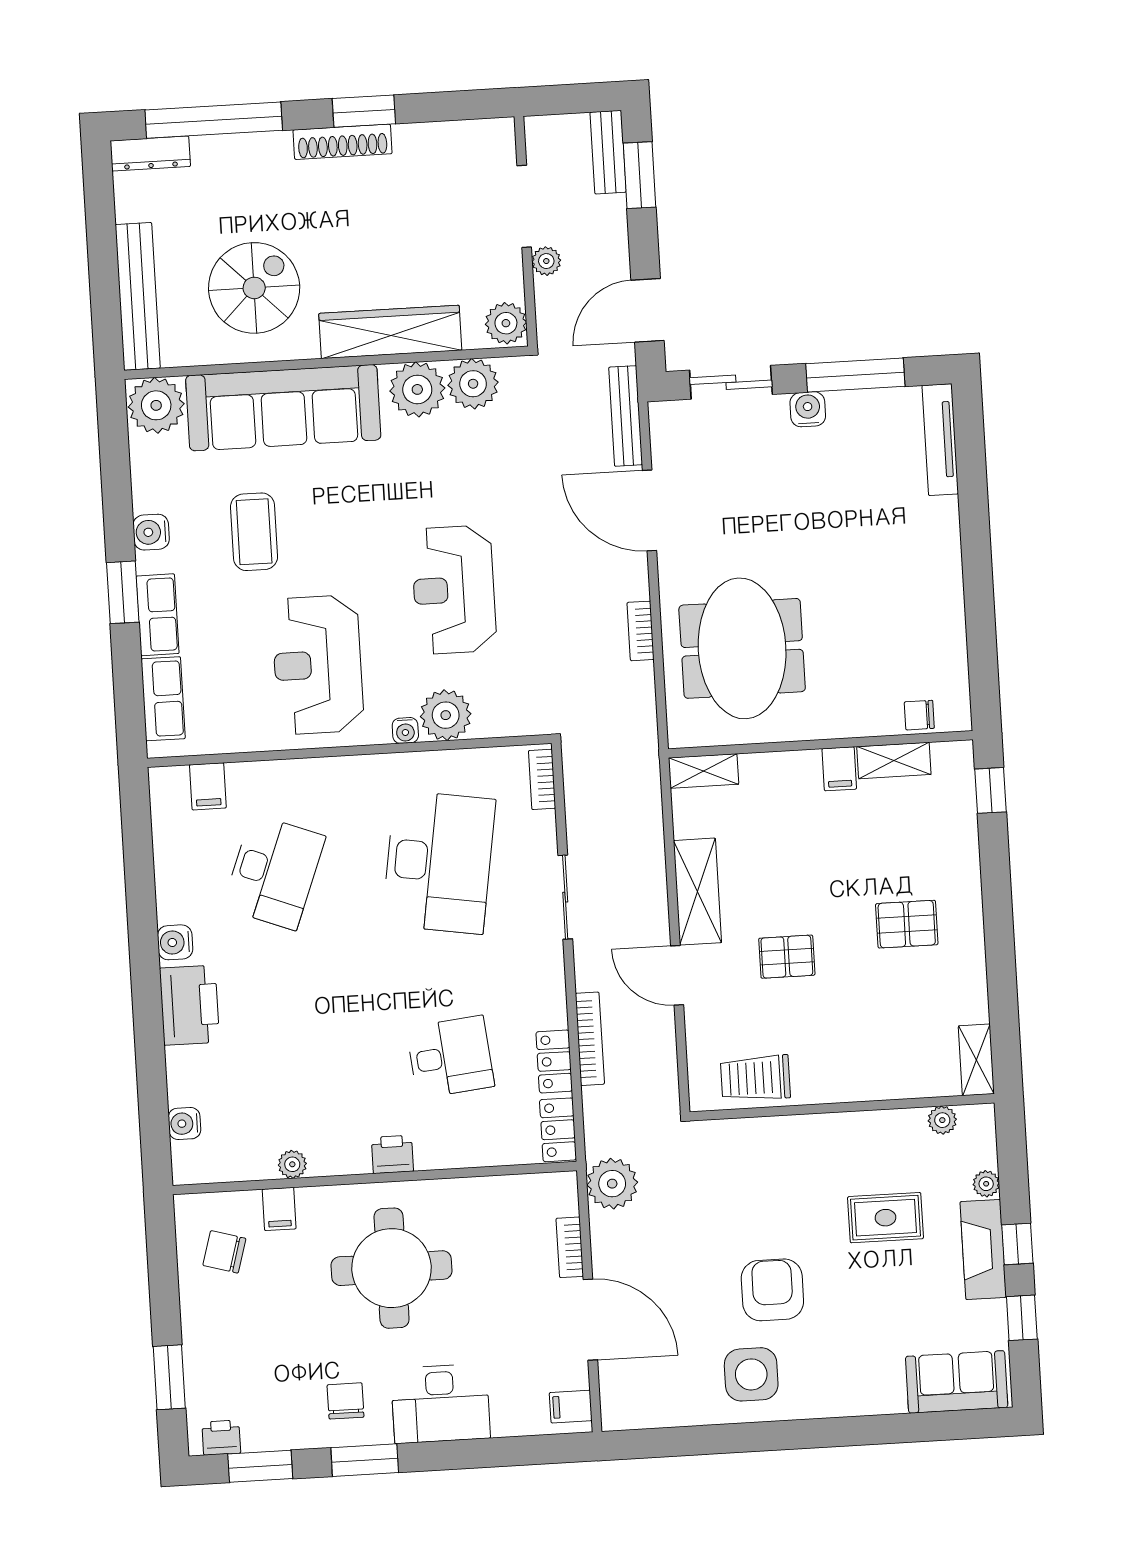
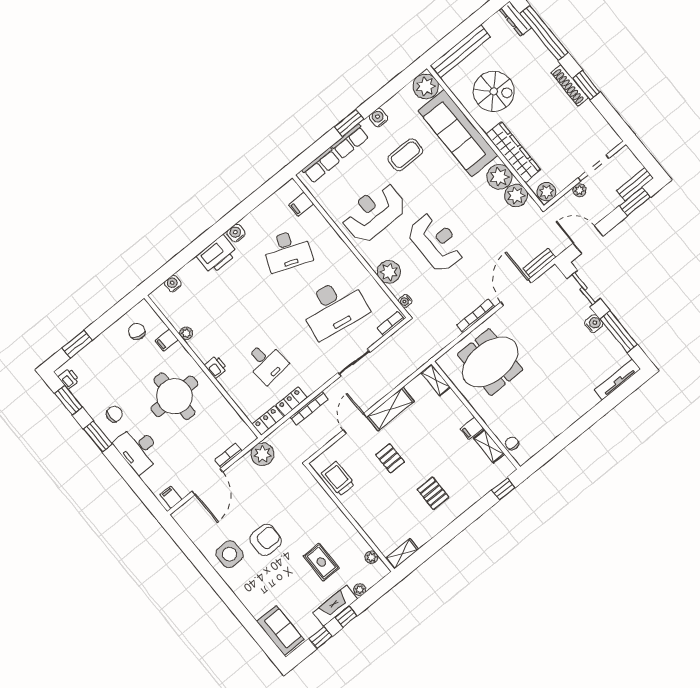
bench: (626, 416) -> (539, 263), width x0.73
reception desk: (454, 590) -> (436, 242), turned 90
bookcase: (641, 631) -> (476, 316), width x1.56
water cooler: (405, 730) -> (405, 301), moved

